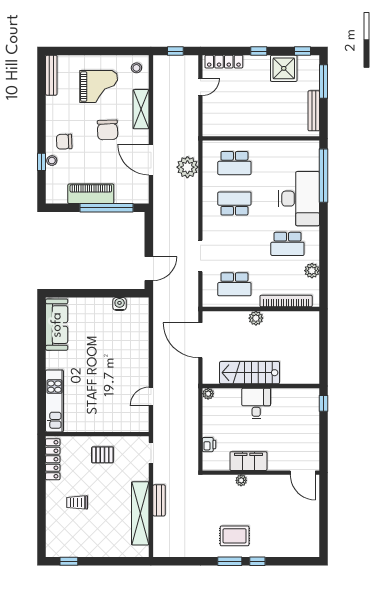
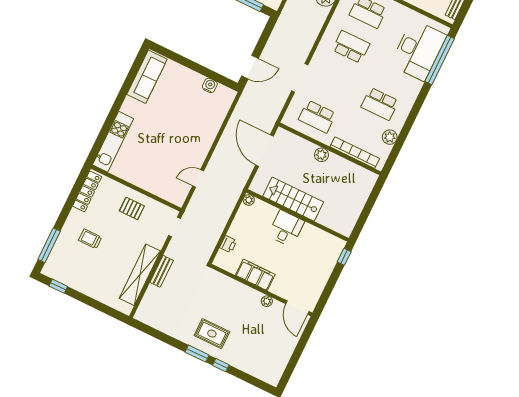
desk: (299, 199) -> (418, 50), moved
plant: (241, 480) -> (267, 301), moved
window: (42, 527) -> (49, 245), added

